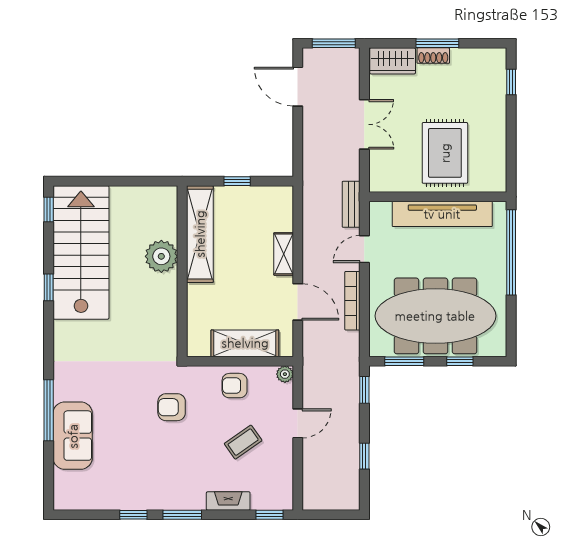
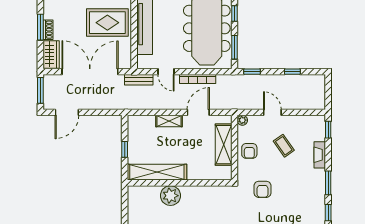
double door: (364, 124) -> (90, 72), width x1.87

